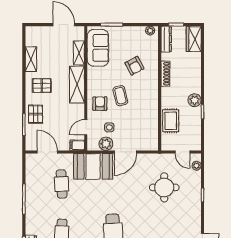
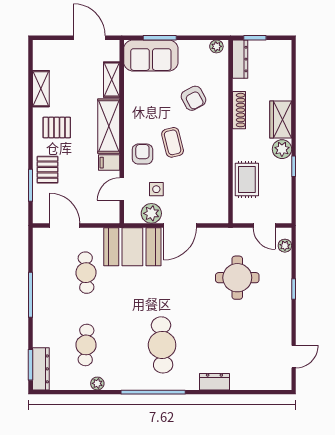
wardrobe: (194, 39) -> (281, 120), moved
sofa: (98, 48) -> (151, 55), moved, turned 90
filing cabinet: (77, 145) -> (109, 163), moved

